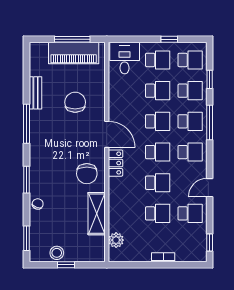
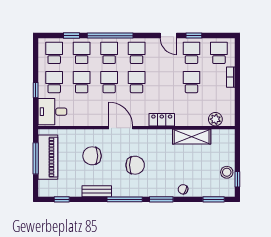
window: (169, 39) -> (36, 90), moved
window: (26, 68) -> (62, 199), added
bench: (36, 93) -> (97, 191), moved
window: (210, 123) -> (110, 36), width x1.46
window: (26, 124) -> (125, 199), moved
door: (107, 134) -> (121, 128), hinge flipped
locker: (115, 163) -> (162, 120), moved
chair: (87, 174) -> (135, 165), moved
school desk: (158, 183) -> (219, 53), moved
window: (210, 242) -> (194, 36), moved
window: (66, 265) -> (237, 179), moved

